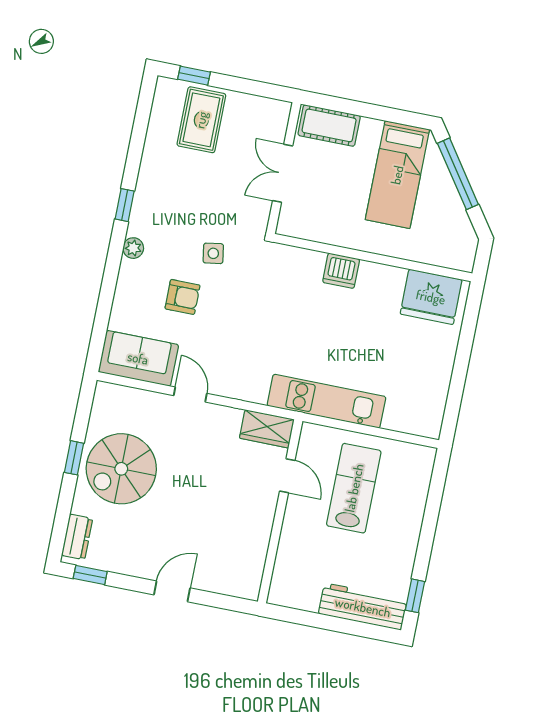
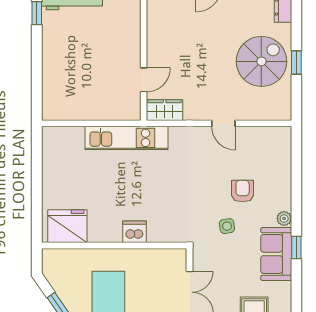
armchair: (183, 297) -> (243, 191), turned 90
sofa: (138, 358) -> (276, 254), moved, turned 90
door: (287, 476) -> (144, 80), swing flipped
lab bench: (354, 488) -> (95, 80), removed

